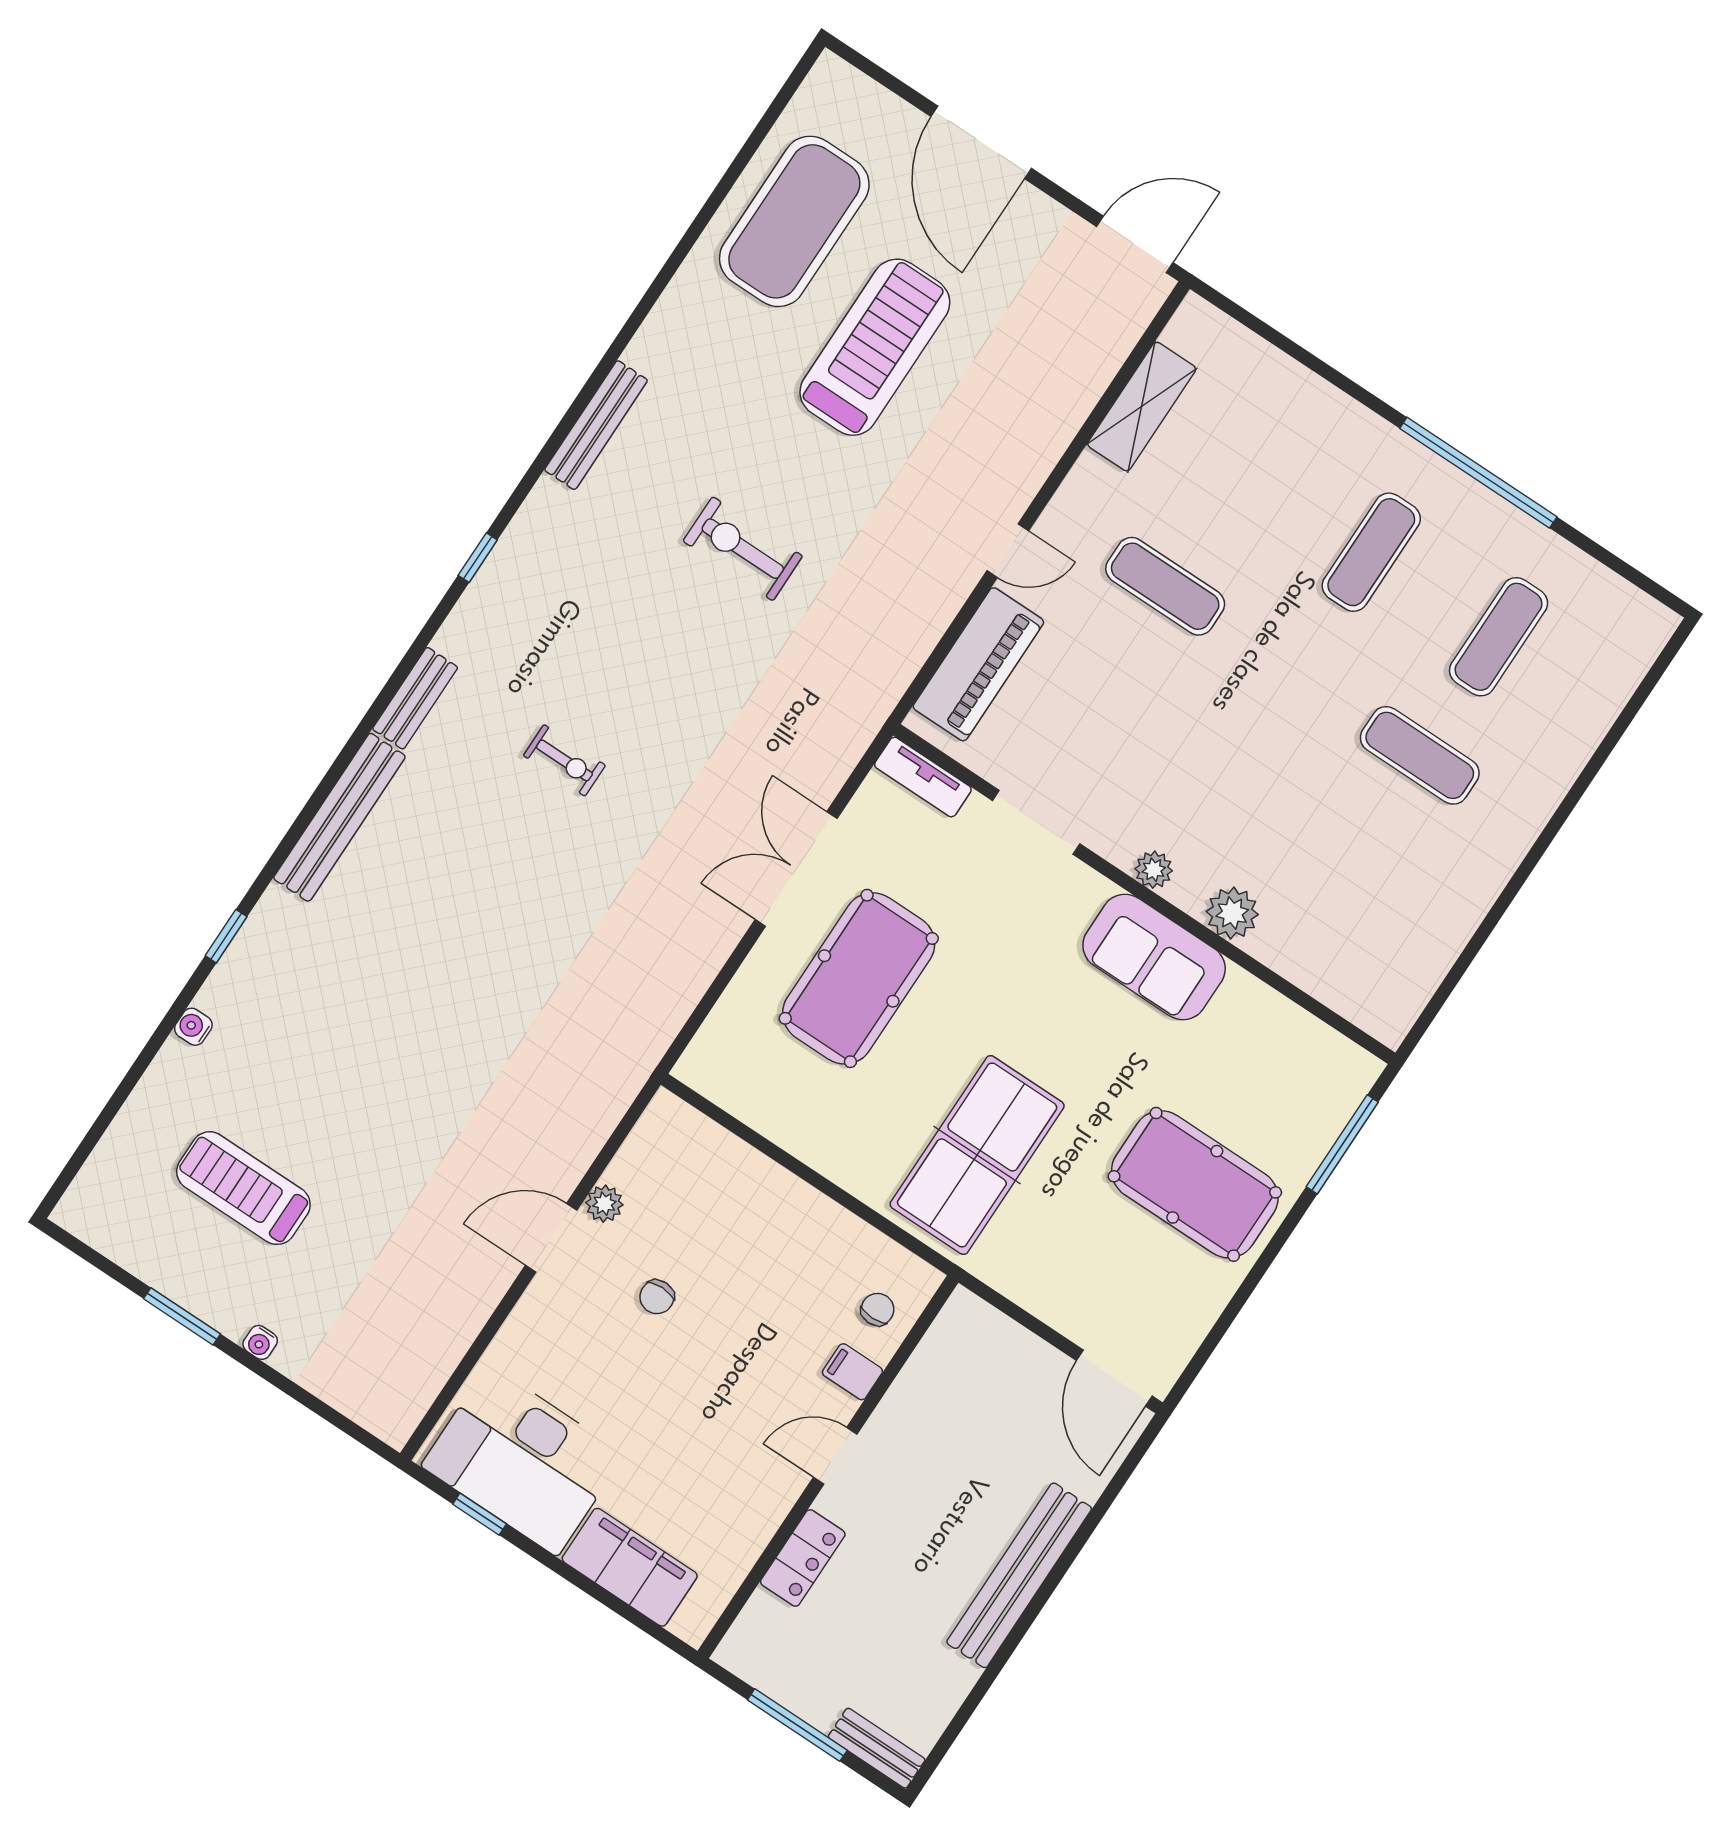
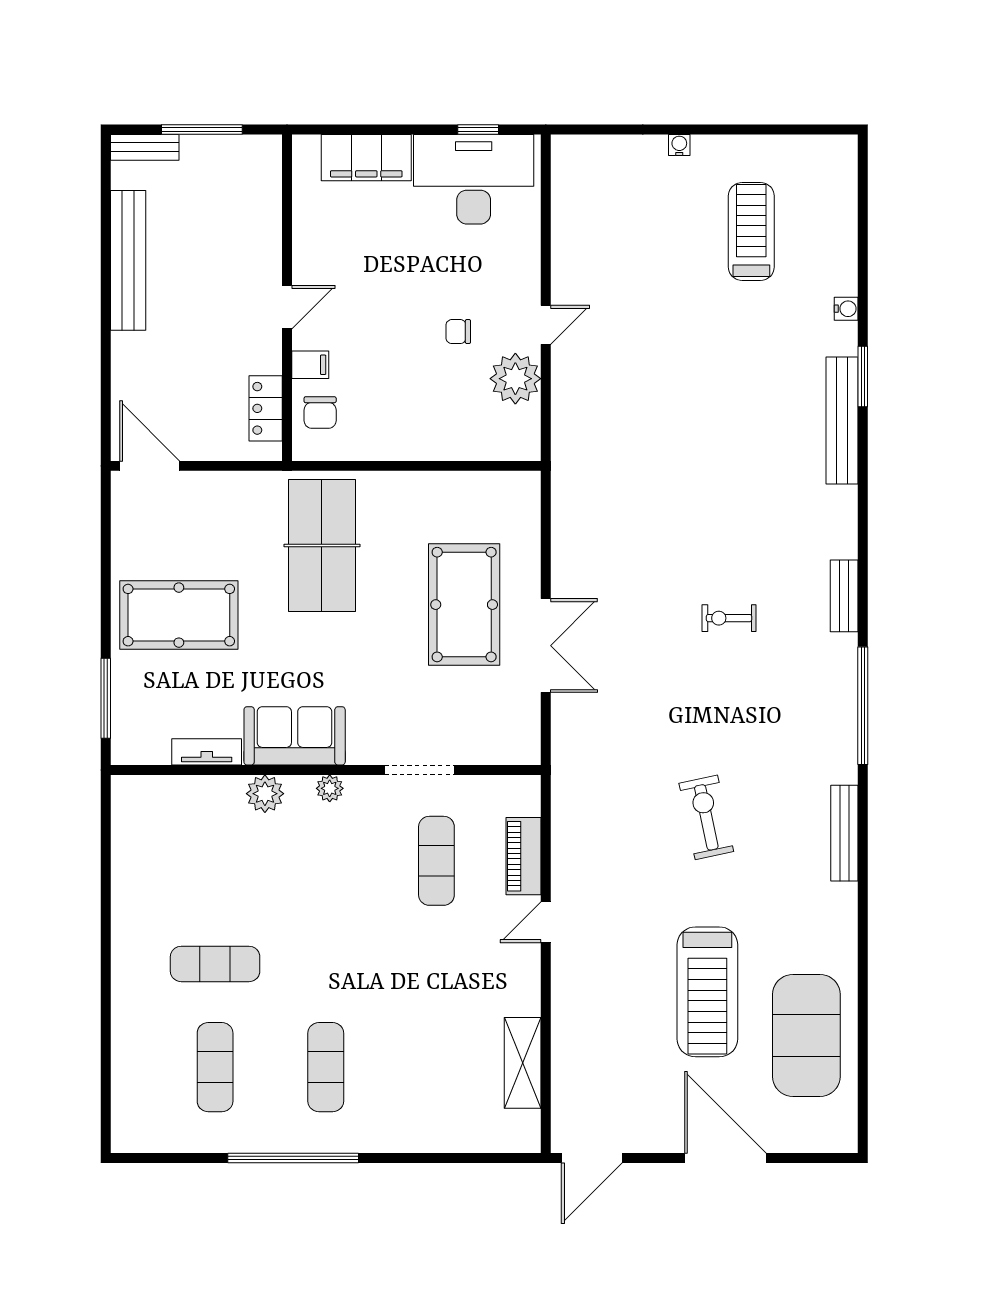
exercise bike: (743, 549) -> (706, 817), turned -102
window: (478, 558) -> (863, 706), width x3.17
exercise mat: (1165, 586) -> (436, 861), moved, turned 90
piano: (978, 664) -> (523, 856), width x0.73, depth x0.75
tv unit: (923, 777) -> (207, 752), moved
bench: (339, 817) -> (842, 421), moved
window: (226, 936) -> (863, 377), width x1.50
treadmill: (243, 1188) -> (751, 231), turned -90
plant: (604, 1204) -> (515, 379), width x1.87, depth x1.87
door: (551, 1238) -> (546, 325), width x0.73
chair: (657, 1297) -> (458, 332), turned -90
chair: (878, 1309) -> (320, 412), width x1.37, depth x1.37
window: (182, 1316) -> (737, 129), removed
locker: (803, 1558) -> (266, 408), moved
bench: (1019, 1575) -> (128, 260), moved

